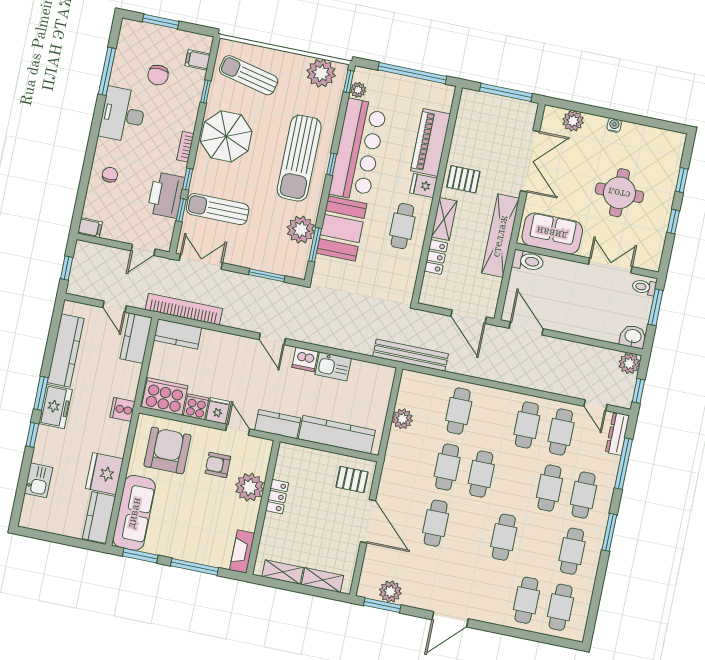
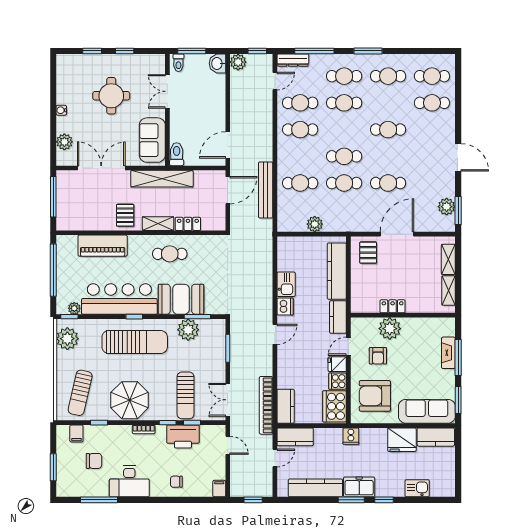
fridge: (424, 186) -> (136, 244), removed
bench: (411, 355) -> (266, 190), moved
fireplace: (242, 552) -> (448, 353), moved, turned 90

